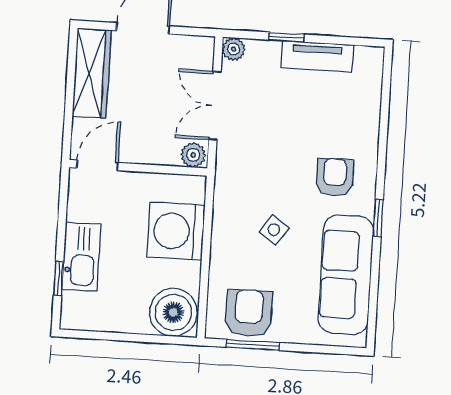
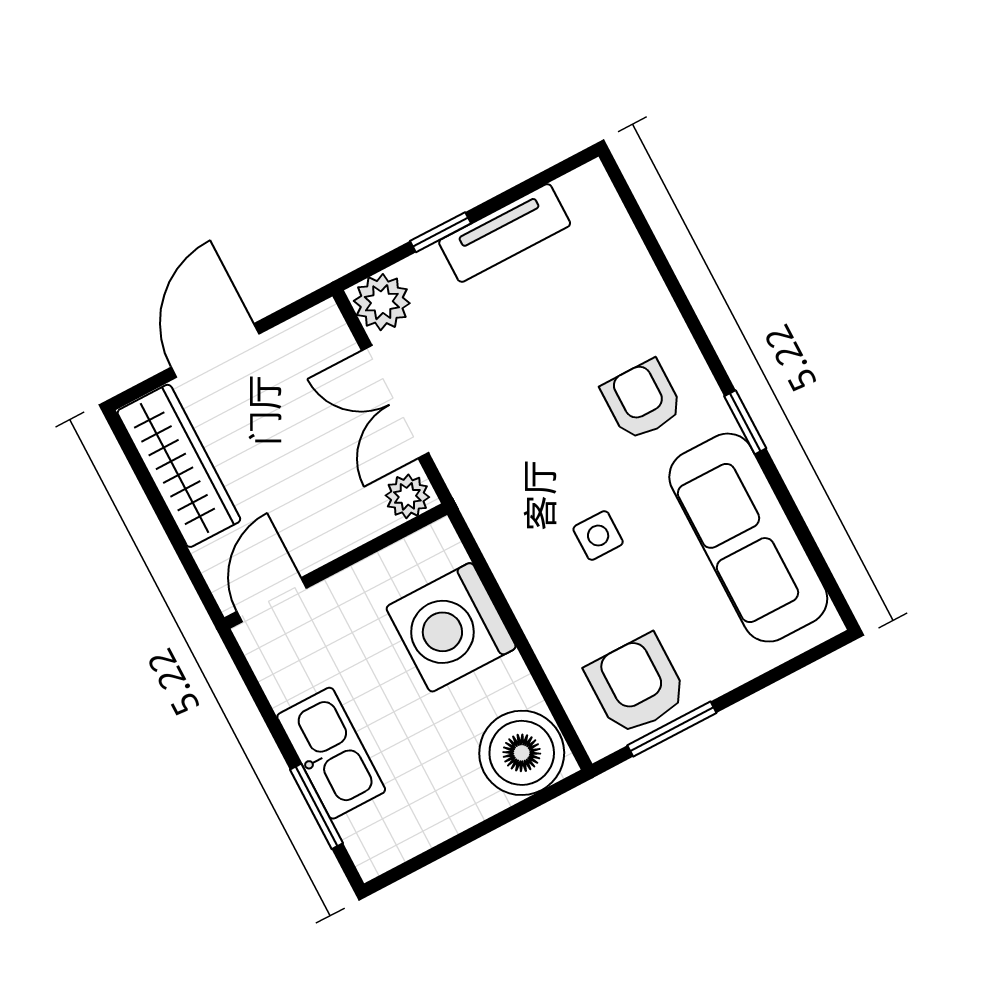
plant: (234, 49) -> (382, 302), width x1.38, depth x1.38
side table: (274, 230) -> (598, 536), turned -35
window: (58, 278) -> (316, 806), width x1.50

